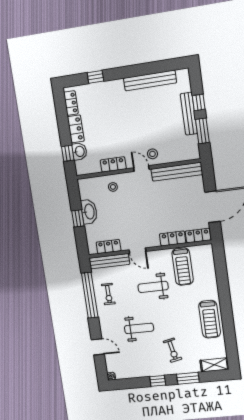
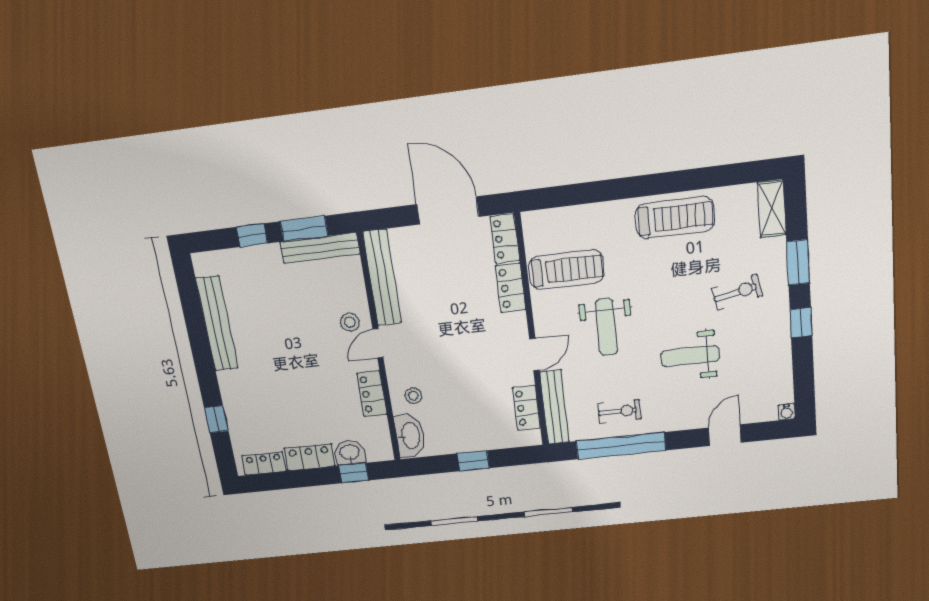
bench: (189, 114) -> (320, 248), moved
washbasin: (89, 212) -> (410, 436), moved, turned 90
weight bench: (139, 328) -> (690, 356), turned -90

